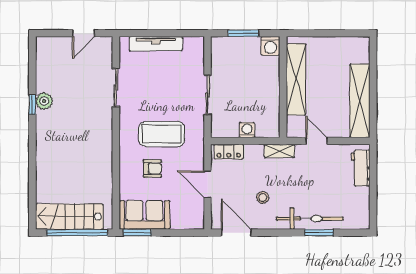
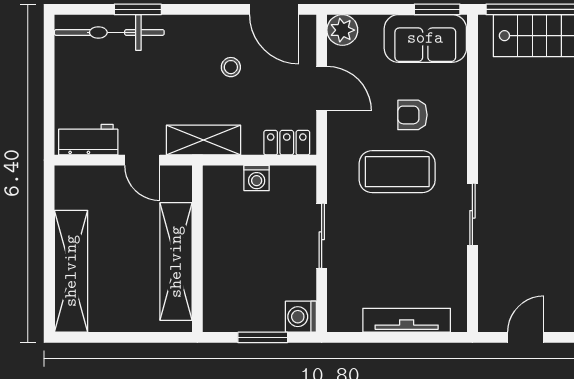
washing machine: (270, 46) -> (301, 317), moved, turned -90
sliding door: (116, 87) -> (472, 214), moved
shelving: (360, 101) -> (71, 271), moved
shelving: (279, 151) -> (203, 140), width x1.50, depth x1.33
workbench: (361, 168) -> (88, 140), moved, turned -90
bicycle: (310, 219) -> (109, 32), moved
plant: (195, 220) -> (342, 30), added

